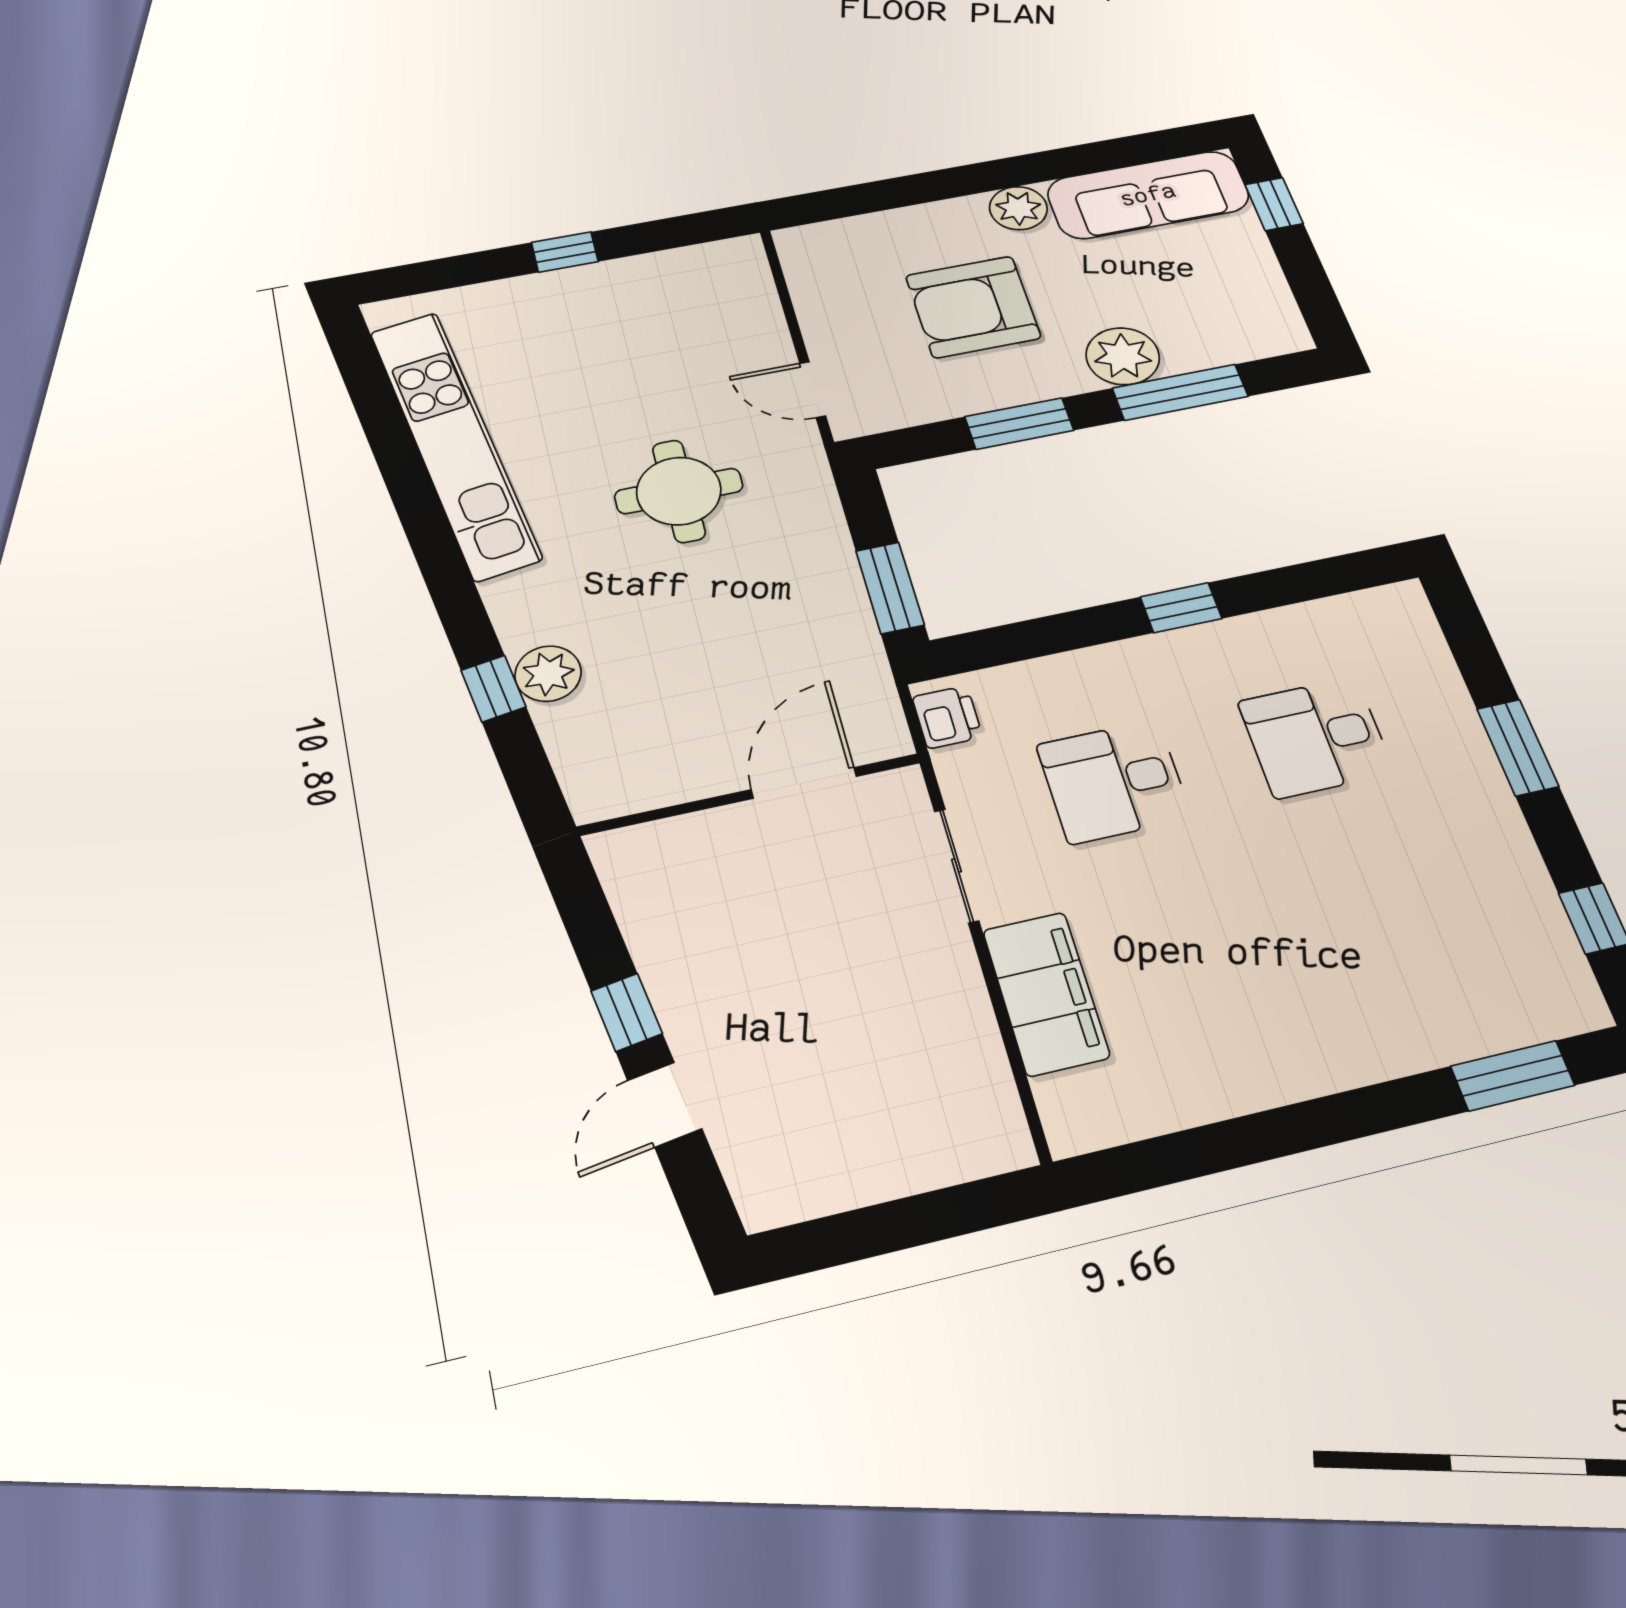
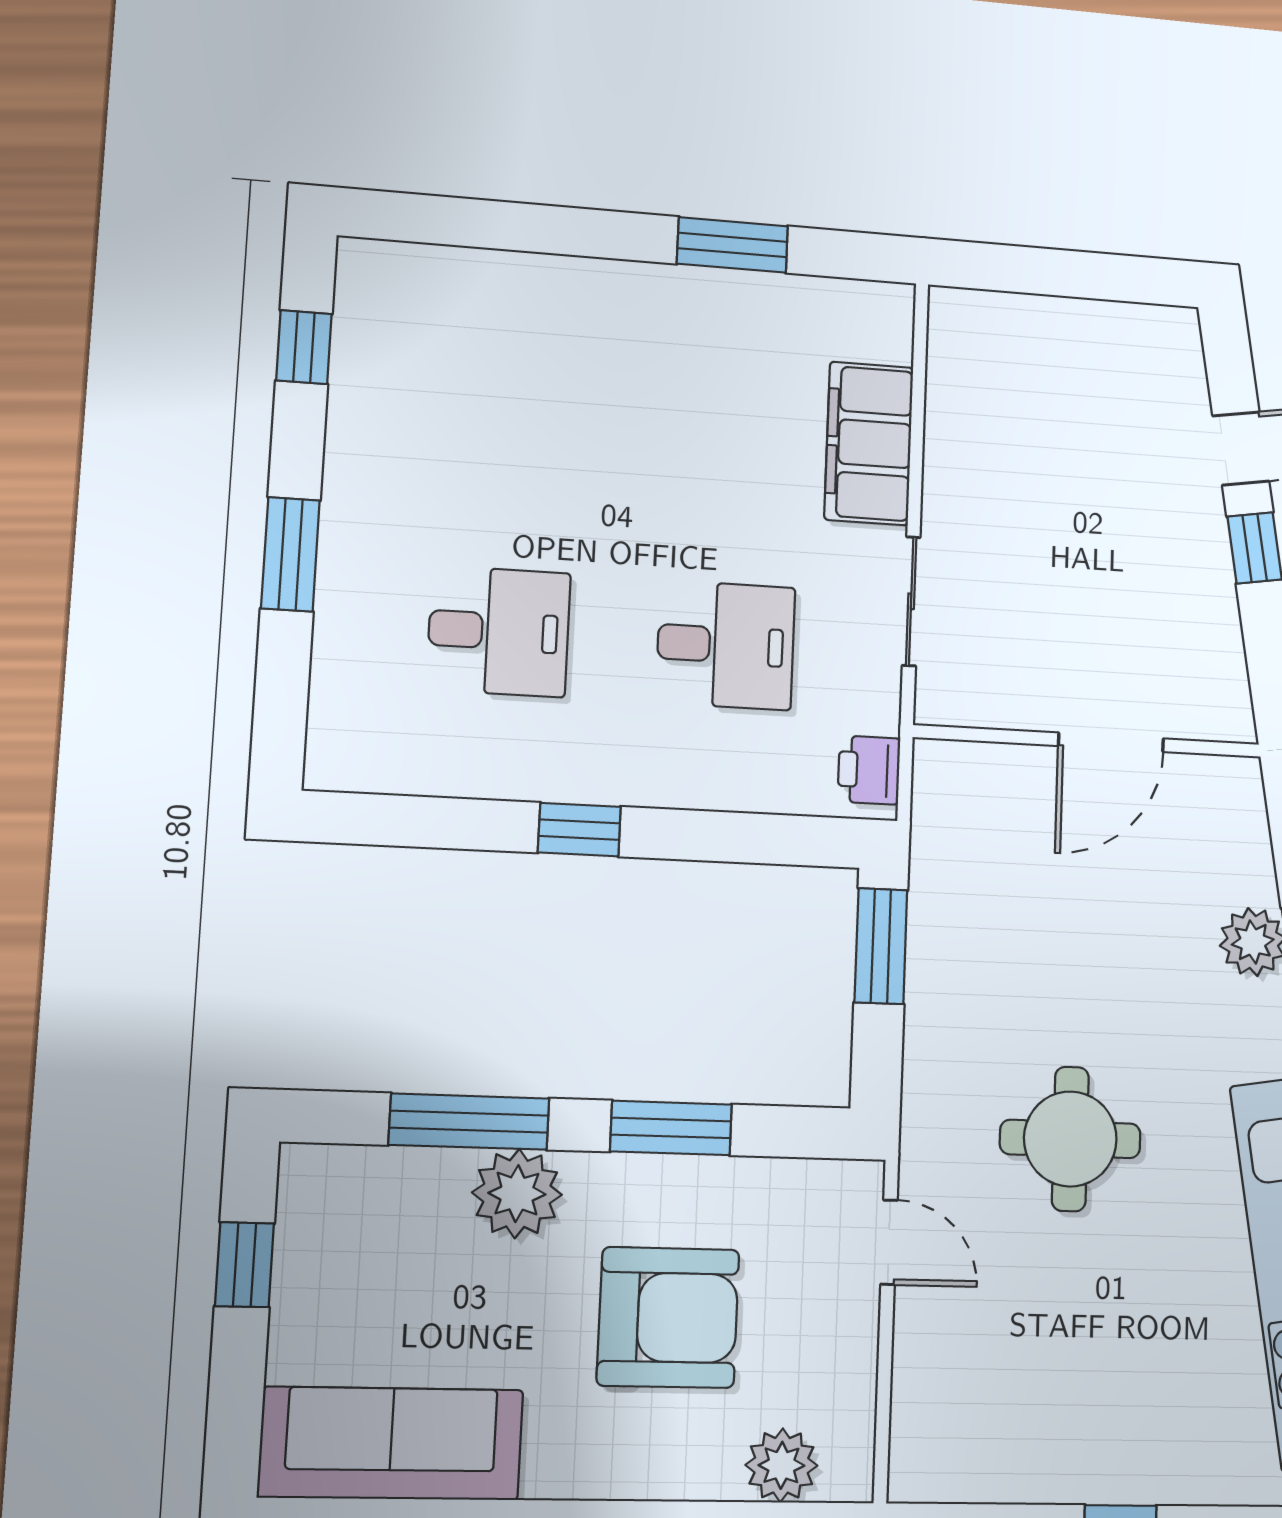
window: (1274, 204) -> (244, 1265), moved
plant: (1018, 208) -> (781, 1465), moved
door: (804, 783) -> (1111, 742), moved
window: (1513, 1076) -> (732, 245), moved

